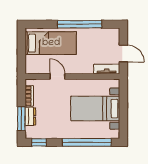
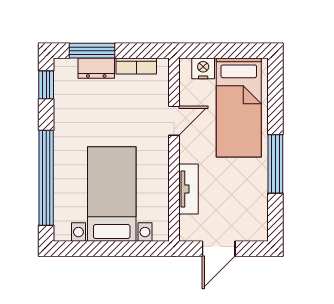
window: (80, 24) -> (275, 164), width x0.68
nightstand: (30, 61) -> (203, 68), added
tv unit: (107, 69) -> (188, 189), moved

